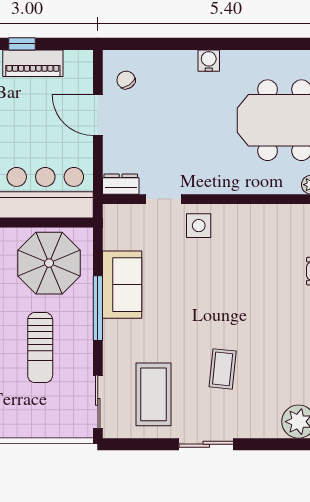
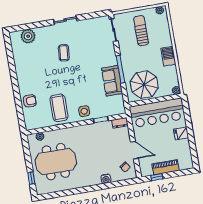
window: (22, 44) -> (157, 177), moved
water cooler: (209, 61) -> (106, 179), moved
sun lounger: (40, 348) -> (141, 31), moved
coffee table: (153, 394) -> (59, 108), moved

